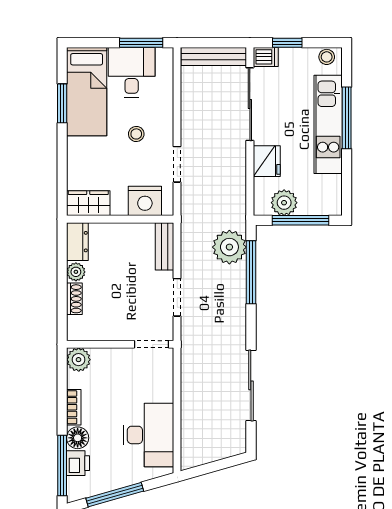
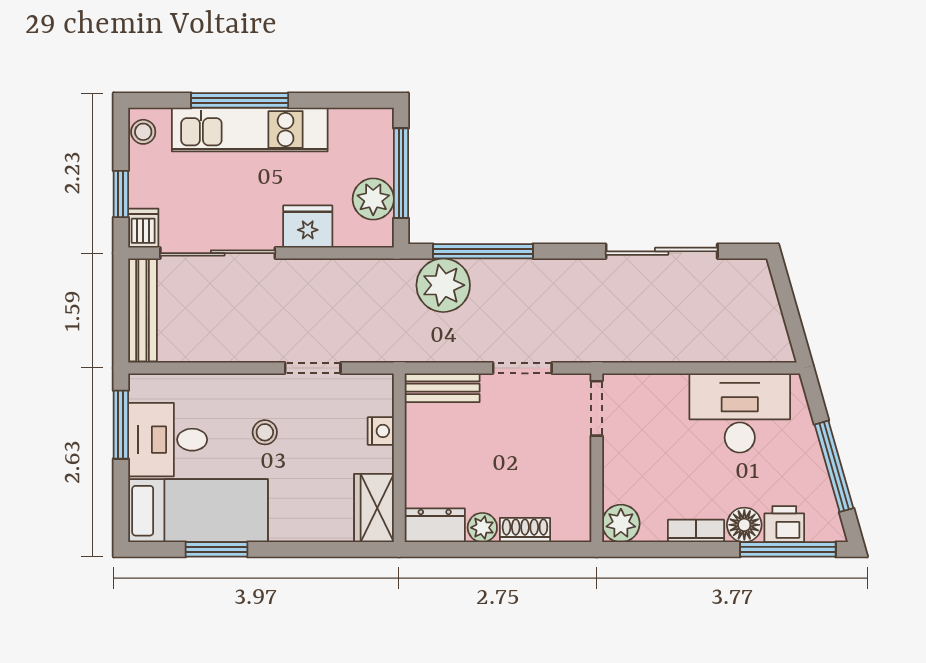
nightstand: (145, 201) -> (381, 431), width x0.53, depth x0.56

